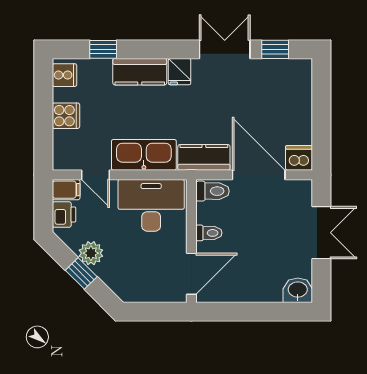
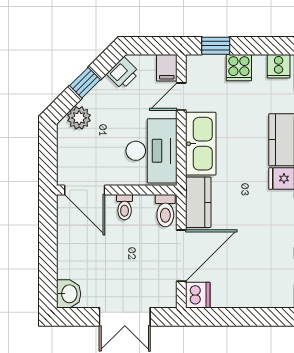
window: (43, 139) -> (216, 46), added
printer: (64, 215) -> (123, 73), moved, turned -45
plant: (91, 253) -> (79, 118), moved

